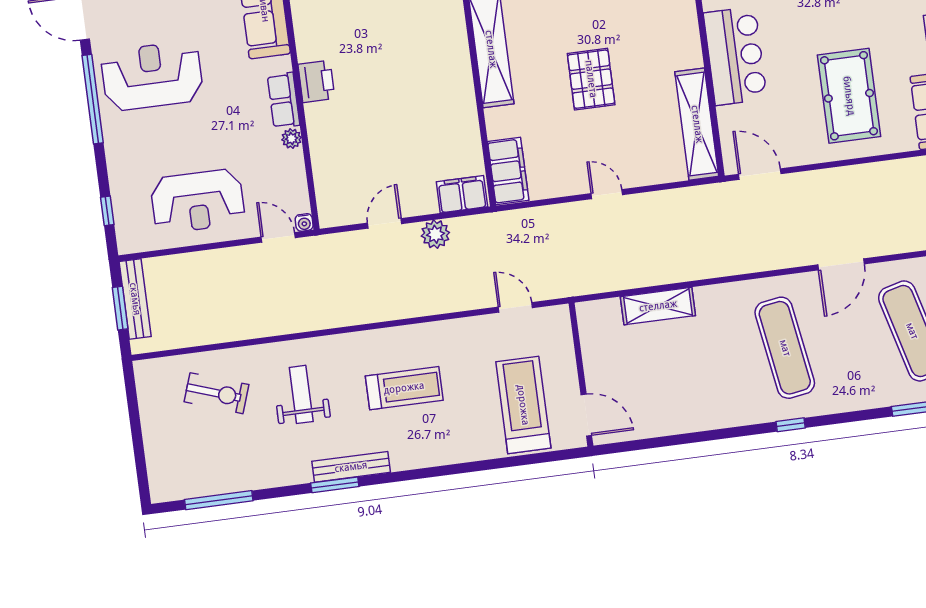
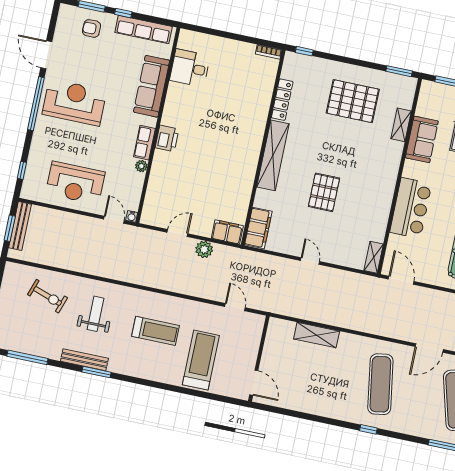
shelving: (697, 124) -> (374, 257), width x0.45, depth x0.75
treadmill: (523, 405) -> (201, 360), moved
bench: (351, 467) -> (84, 360), moved

